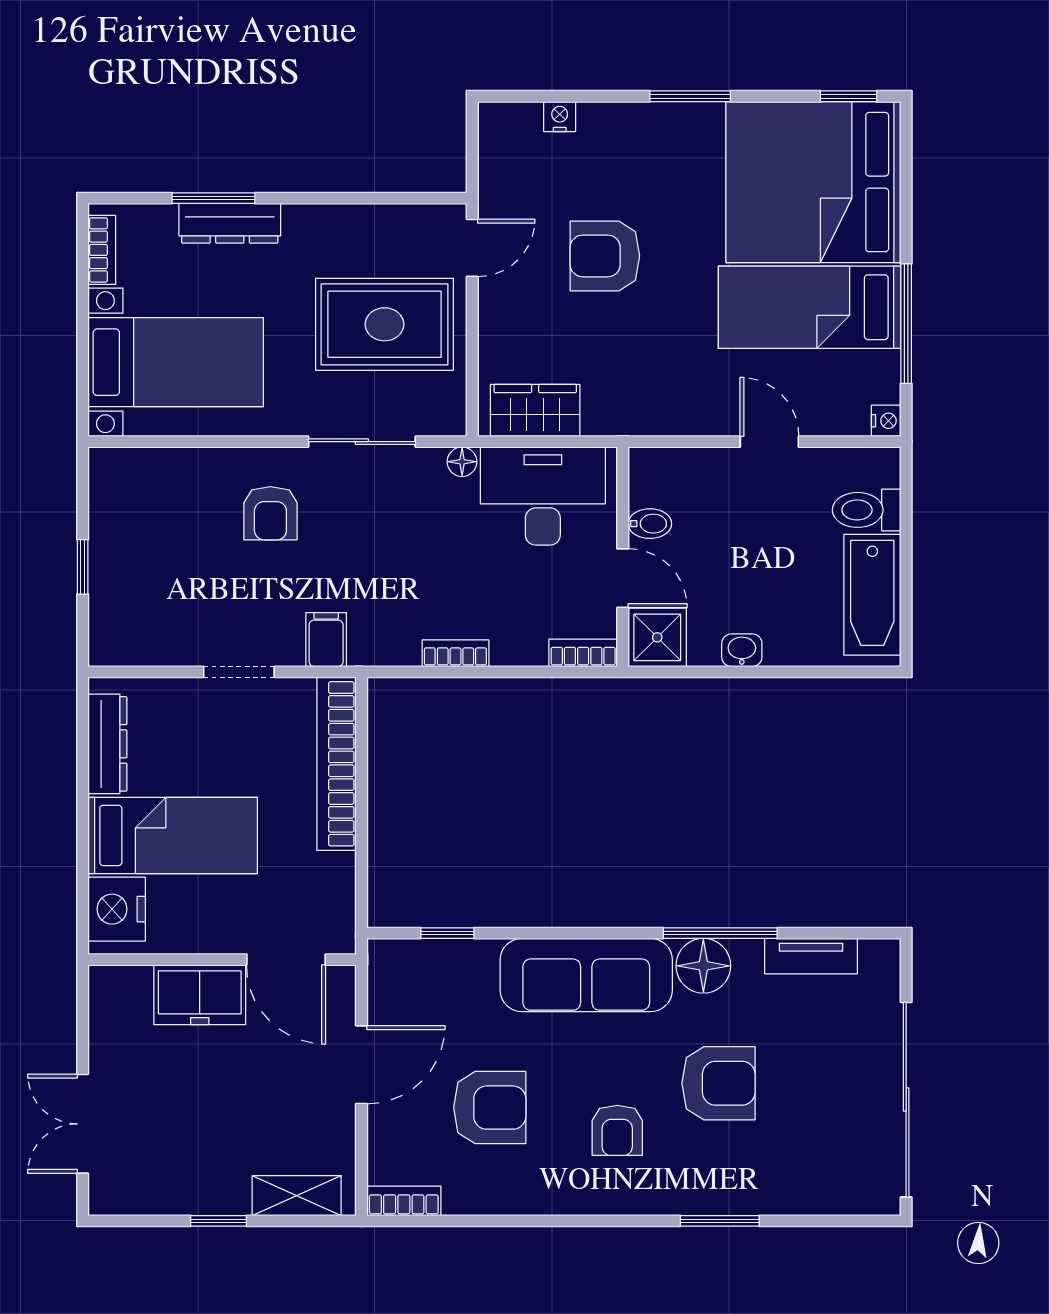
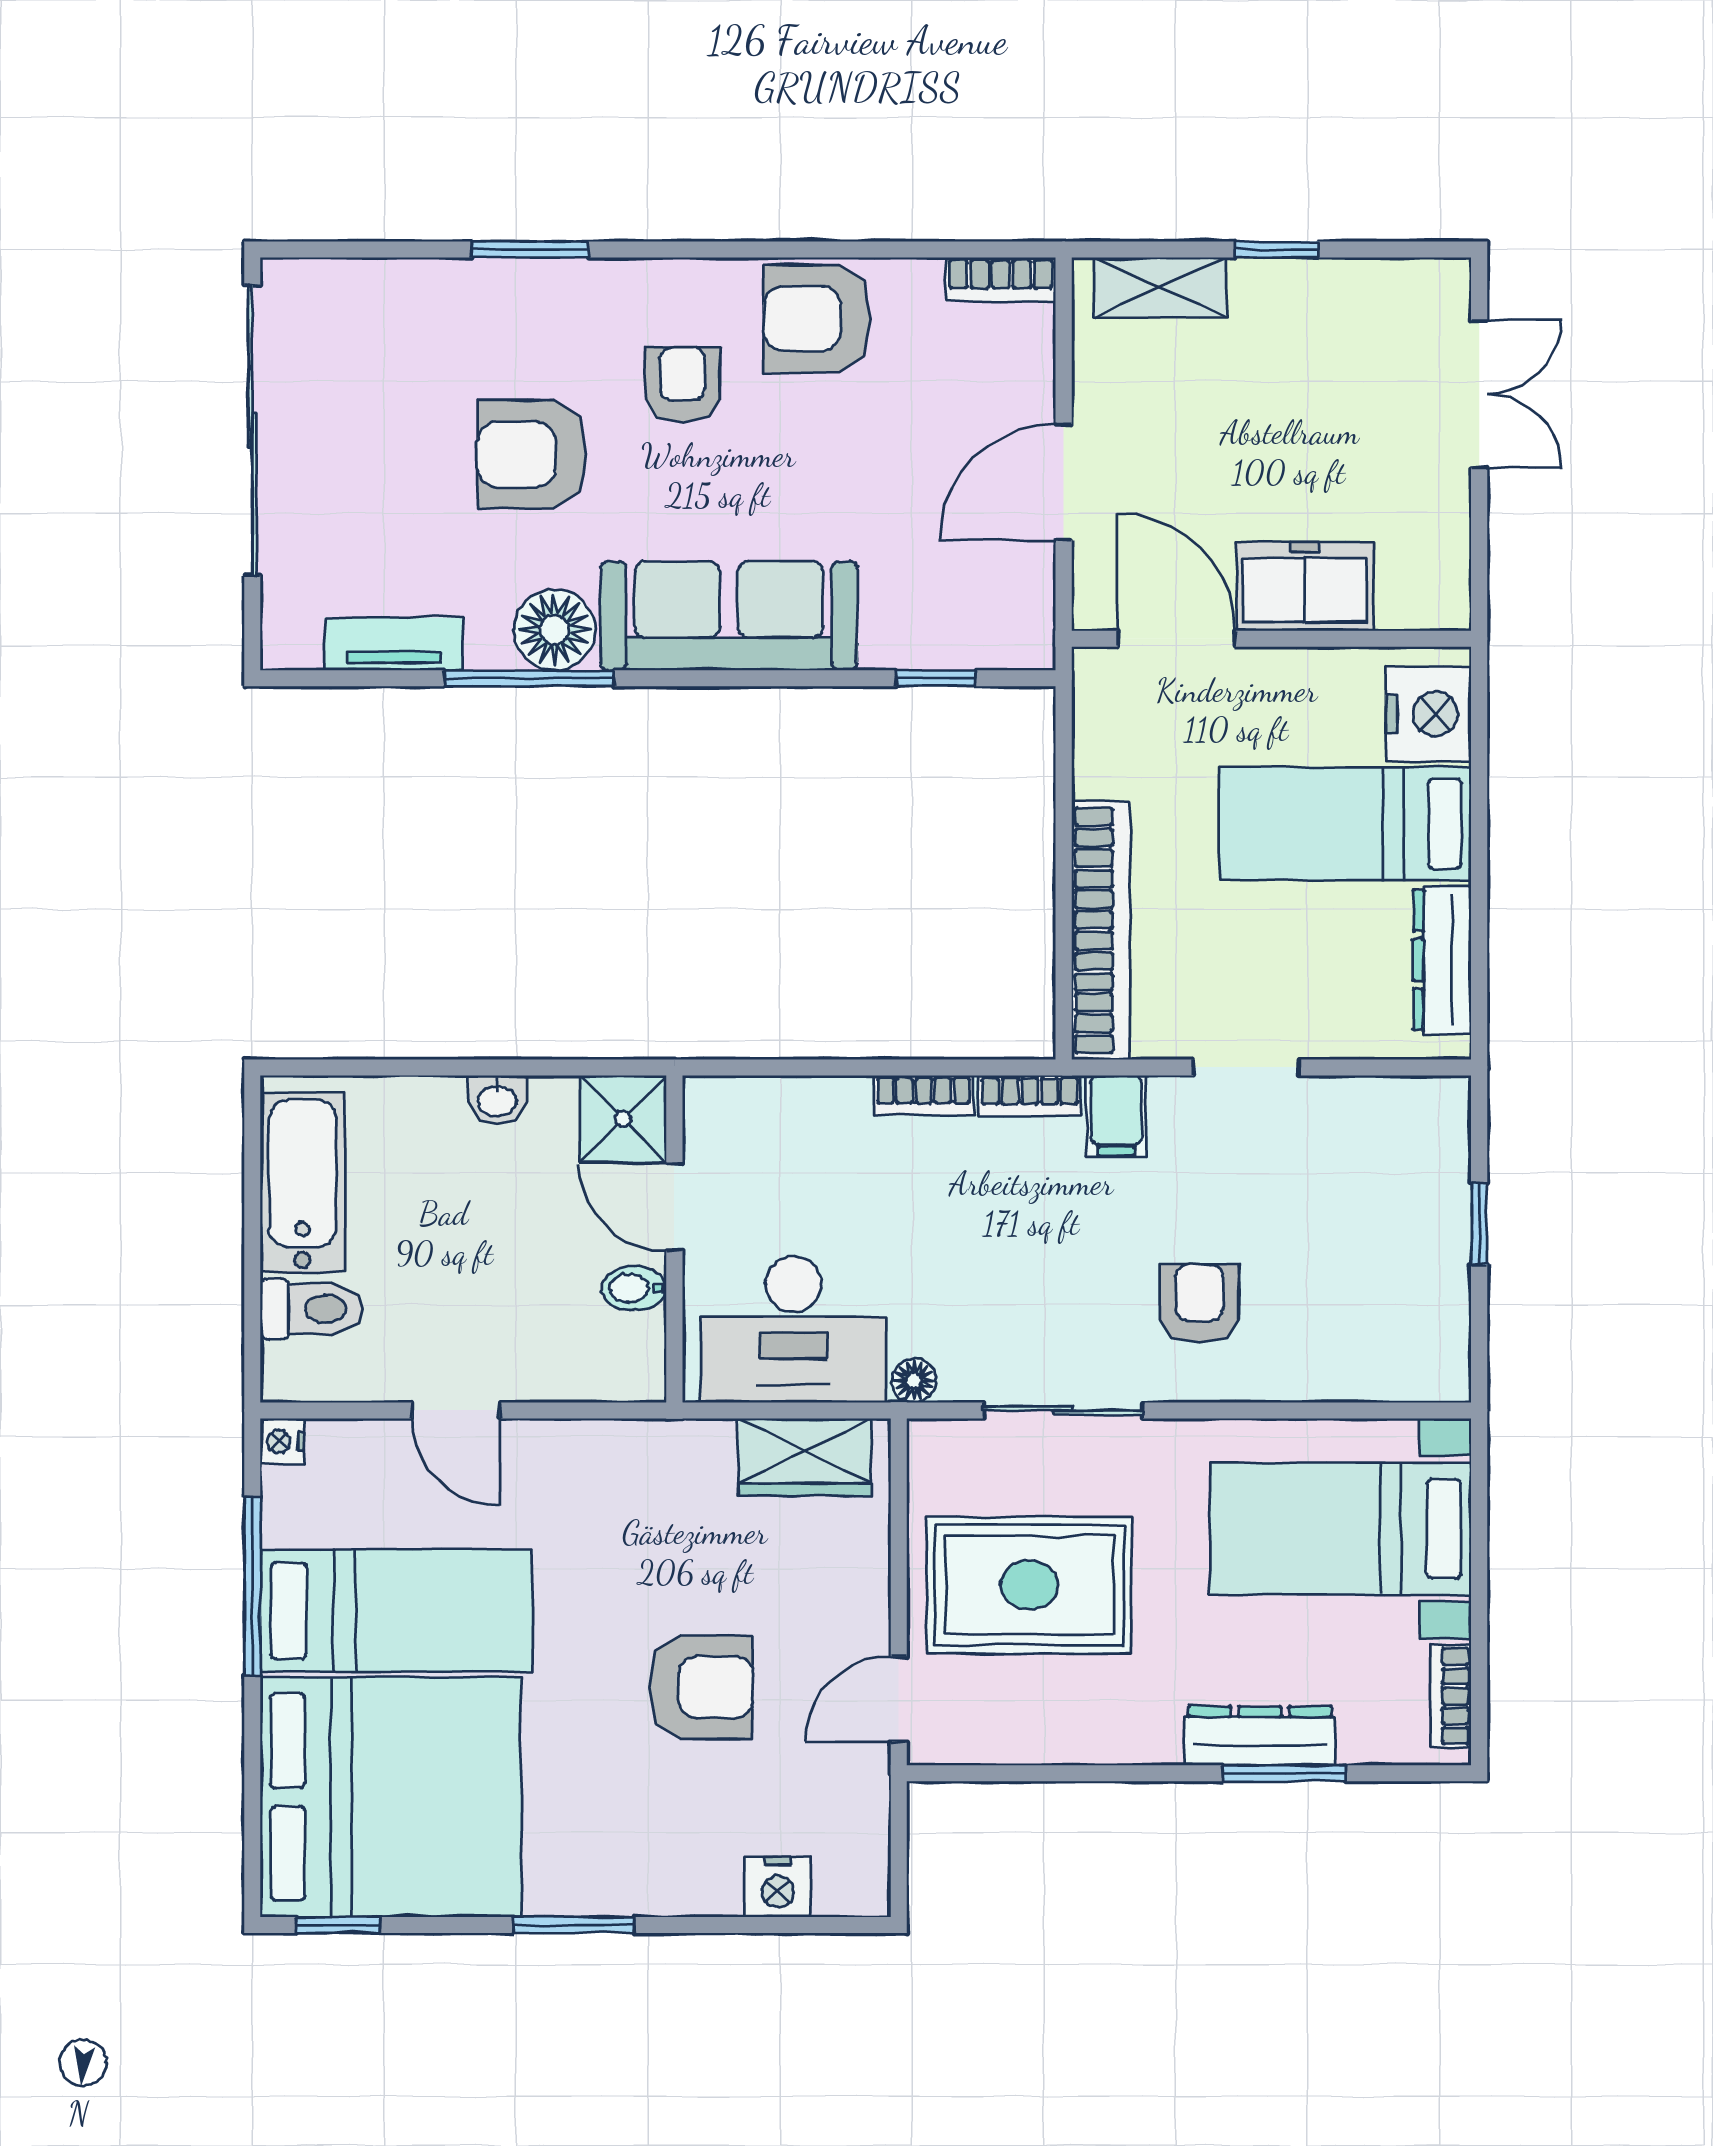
nightstand: (560, 117) -> (778, 1887), width x1.39, depth x1.35
bookcase: (583, 653) -> (1030, 1096), moved
armchair: (490, 1108) -> (817, 319), moved

